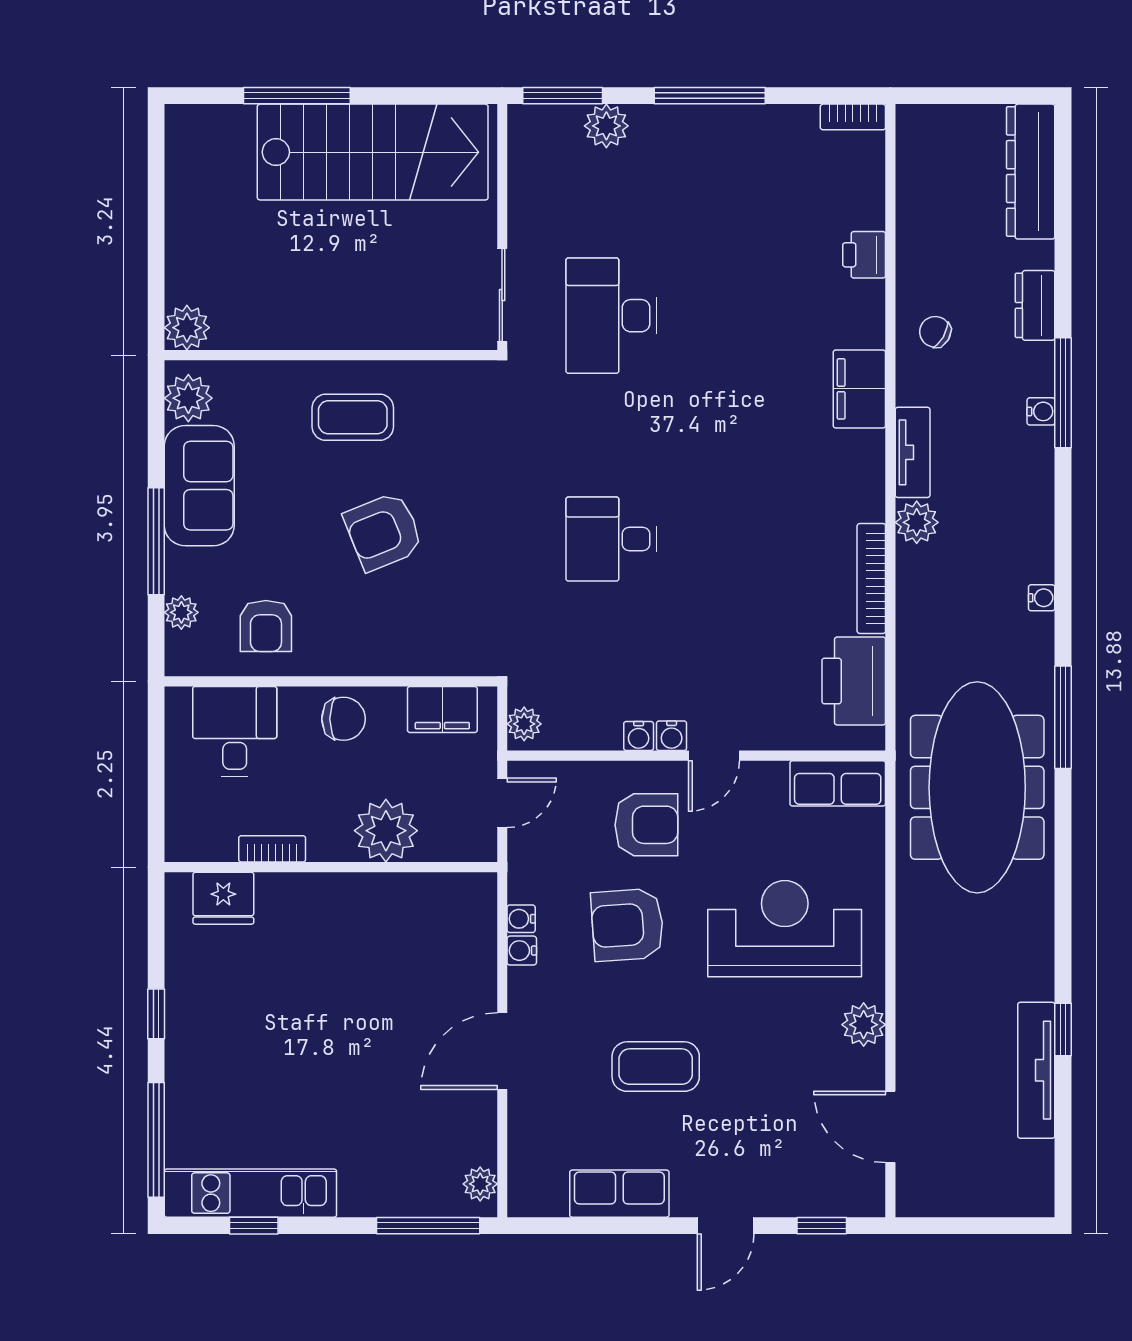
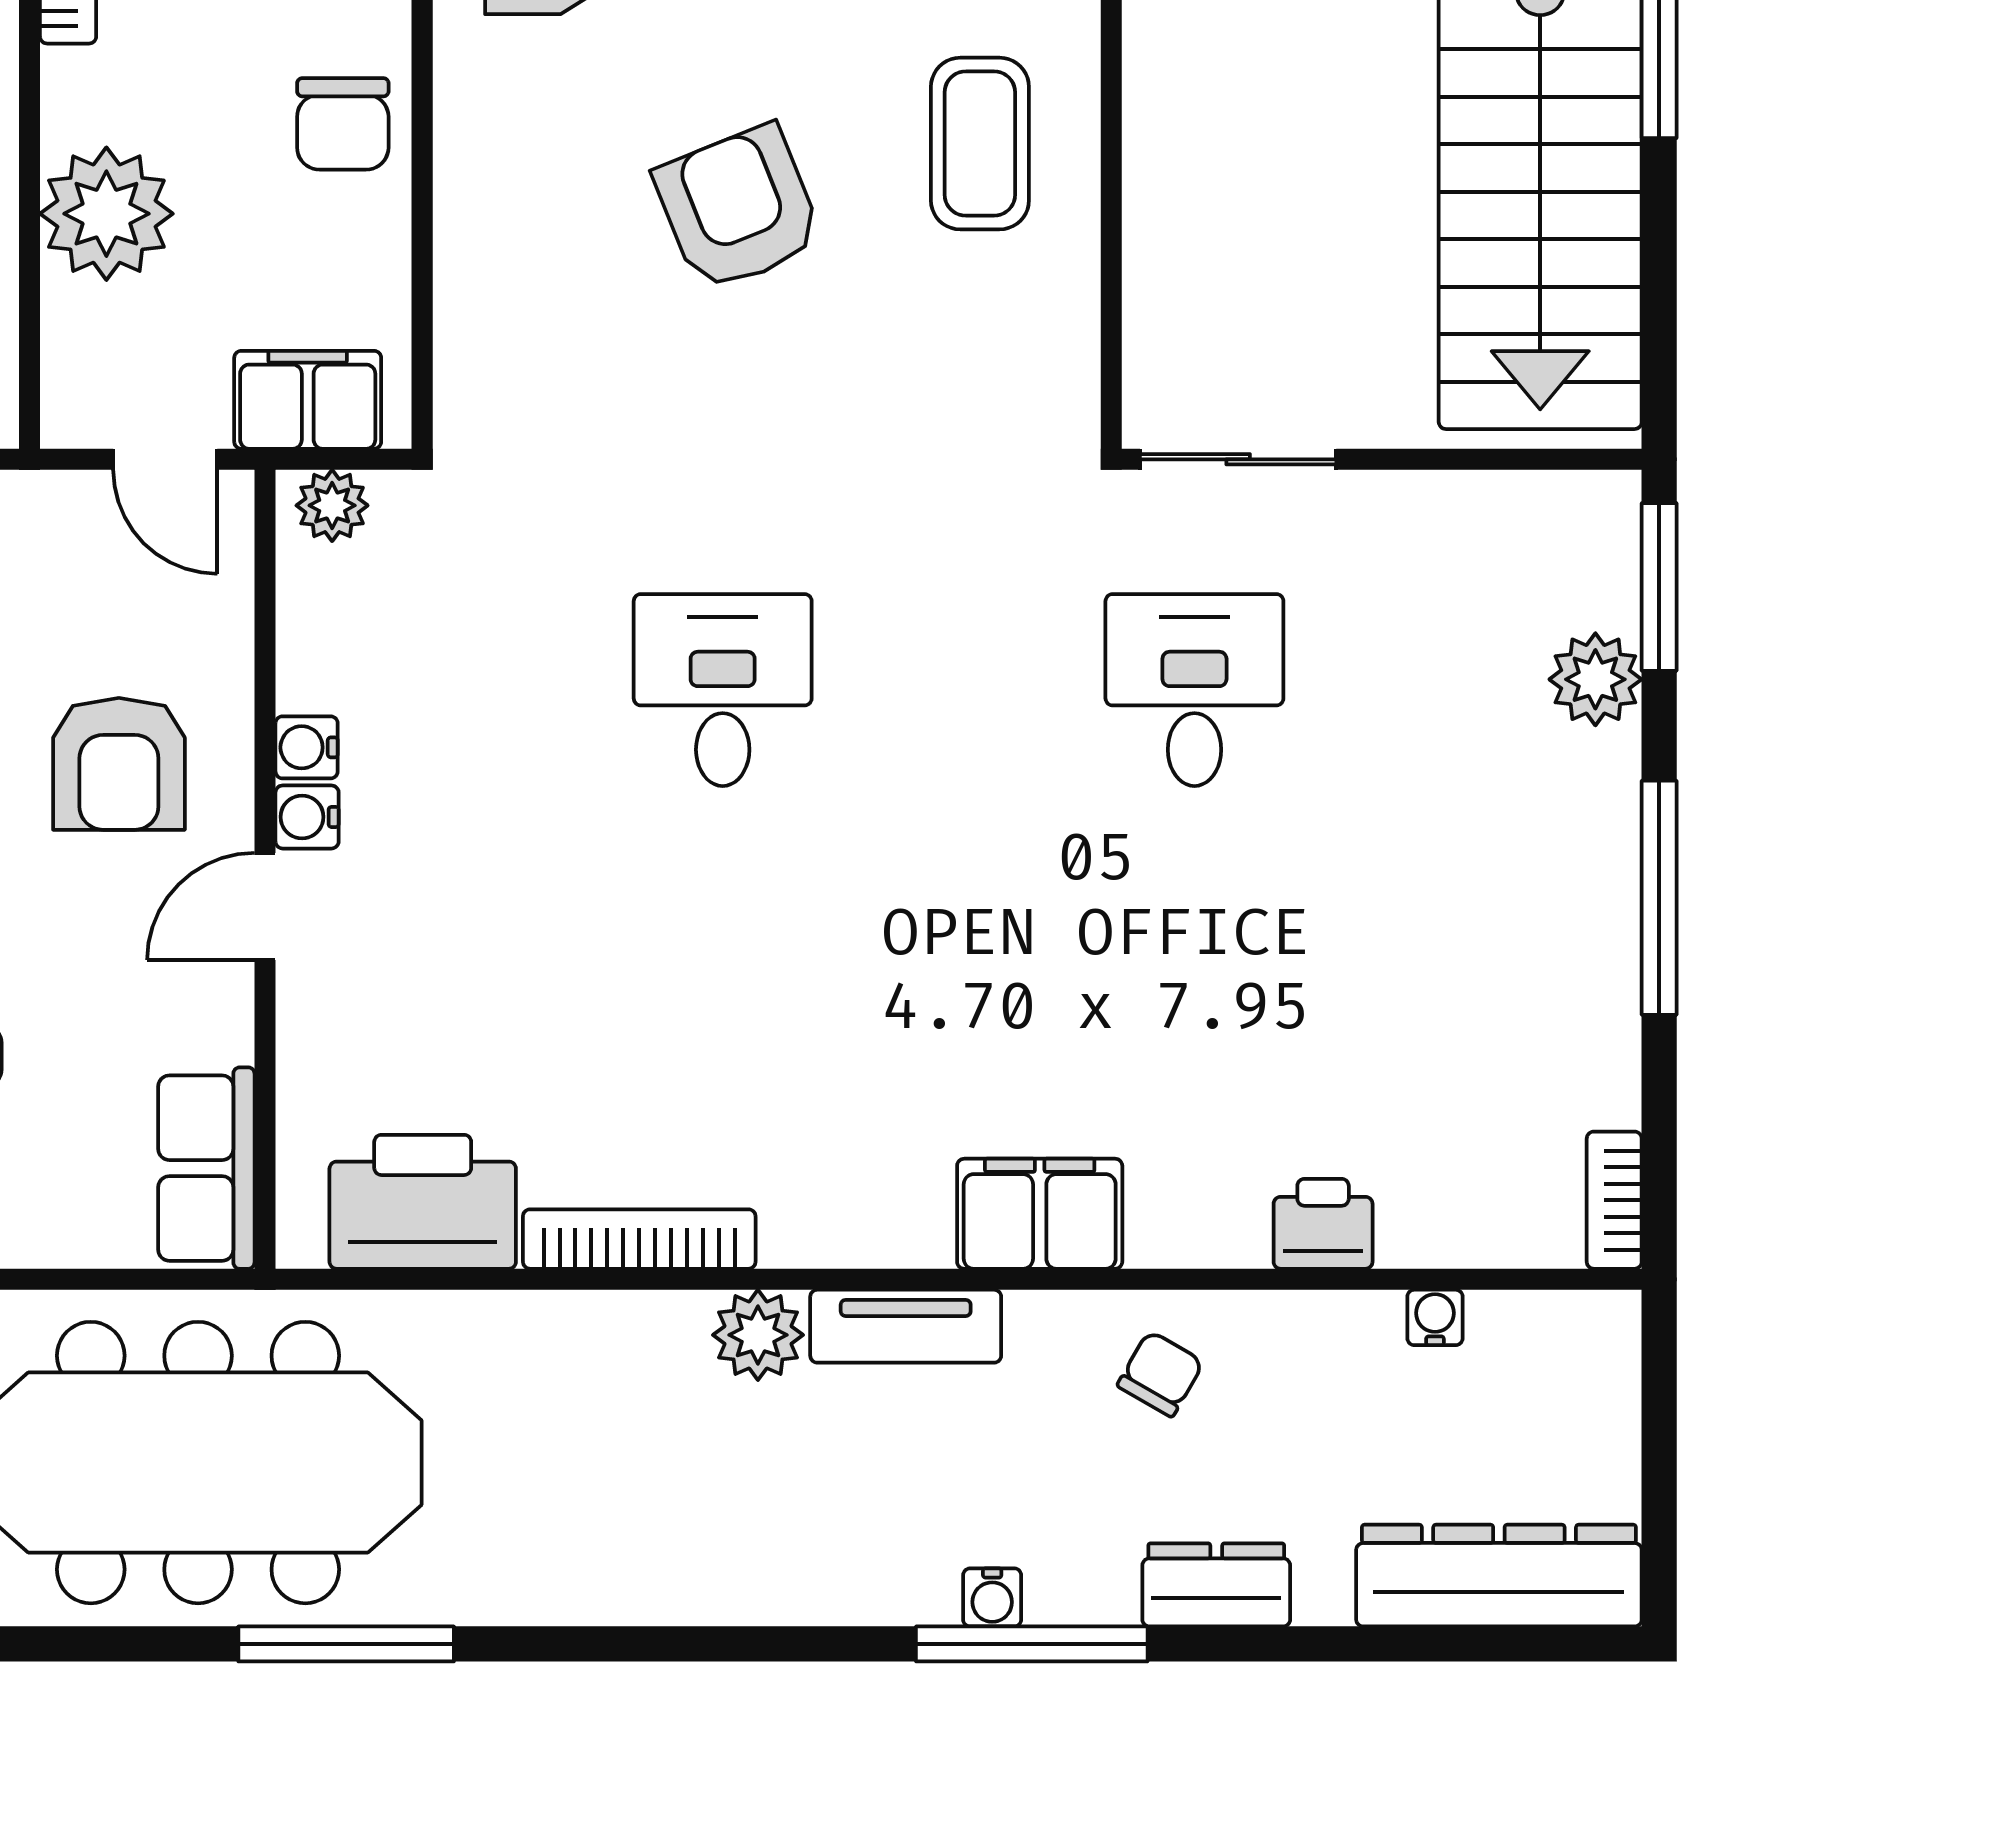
desk: (611, 316) -> (1194, 690), width x0.73
water cooler: (1042, 598) -> (1435, 1317), moved, turned 180
filing cabinet: (442, 709) -> (308, 400), moved, turned 90
door: (714, 756) -> (265, 907), hinge flipped

